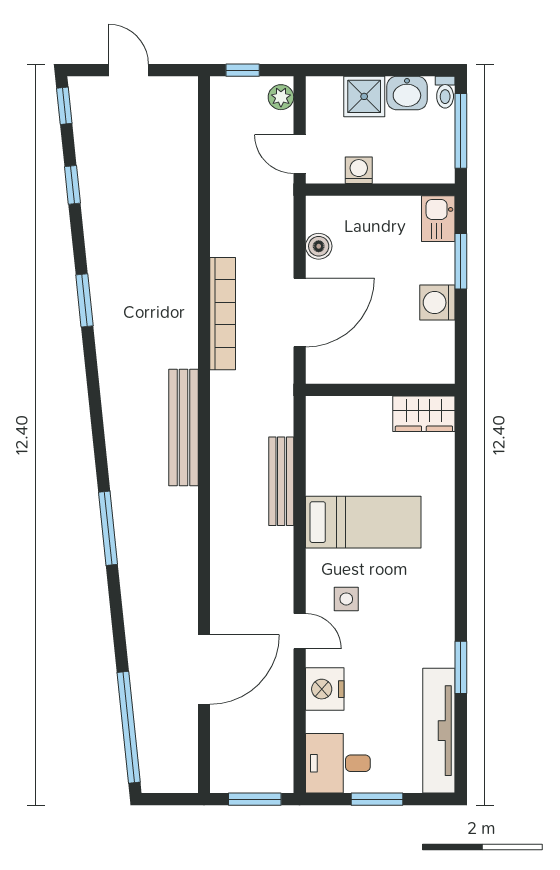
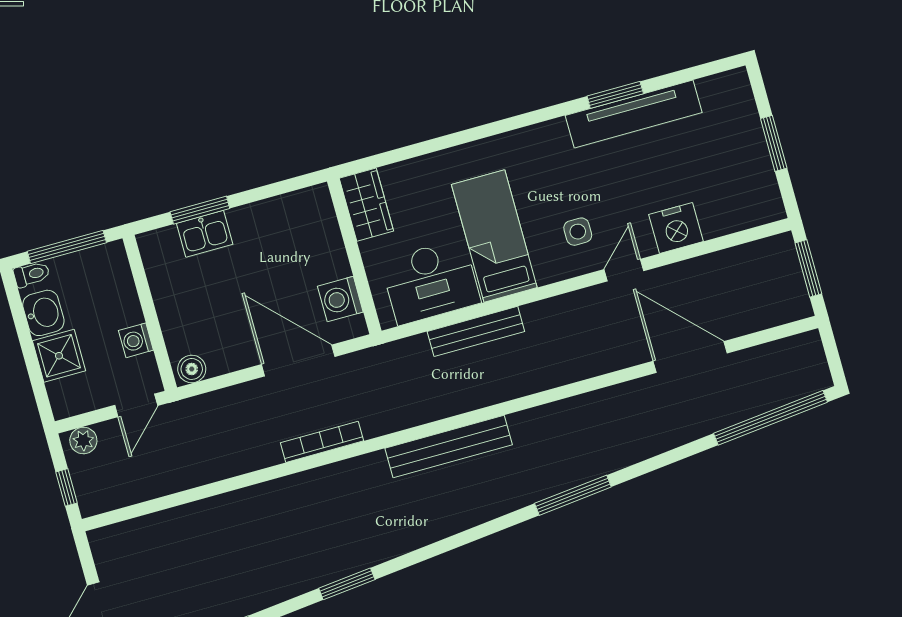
kitchen sink: (438, 219) -> (205, 234), moved
boiler: (319, 246) -> (192, 369), moved
washing machine: (437, 303) -> (340, 299), moved, turned 90
bookcase: (223, 314) -> (322, 442), width x0.68, depth x0.76
tv unit: (439, 731) -> (634, 114), moved
desk: (338, 763) -> (431, 282), moved, width x1.37

